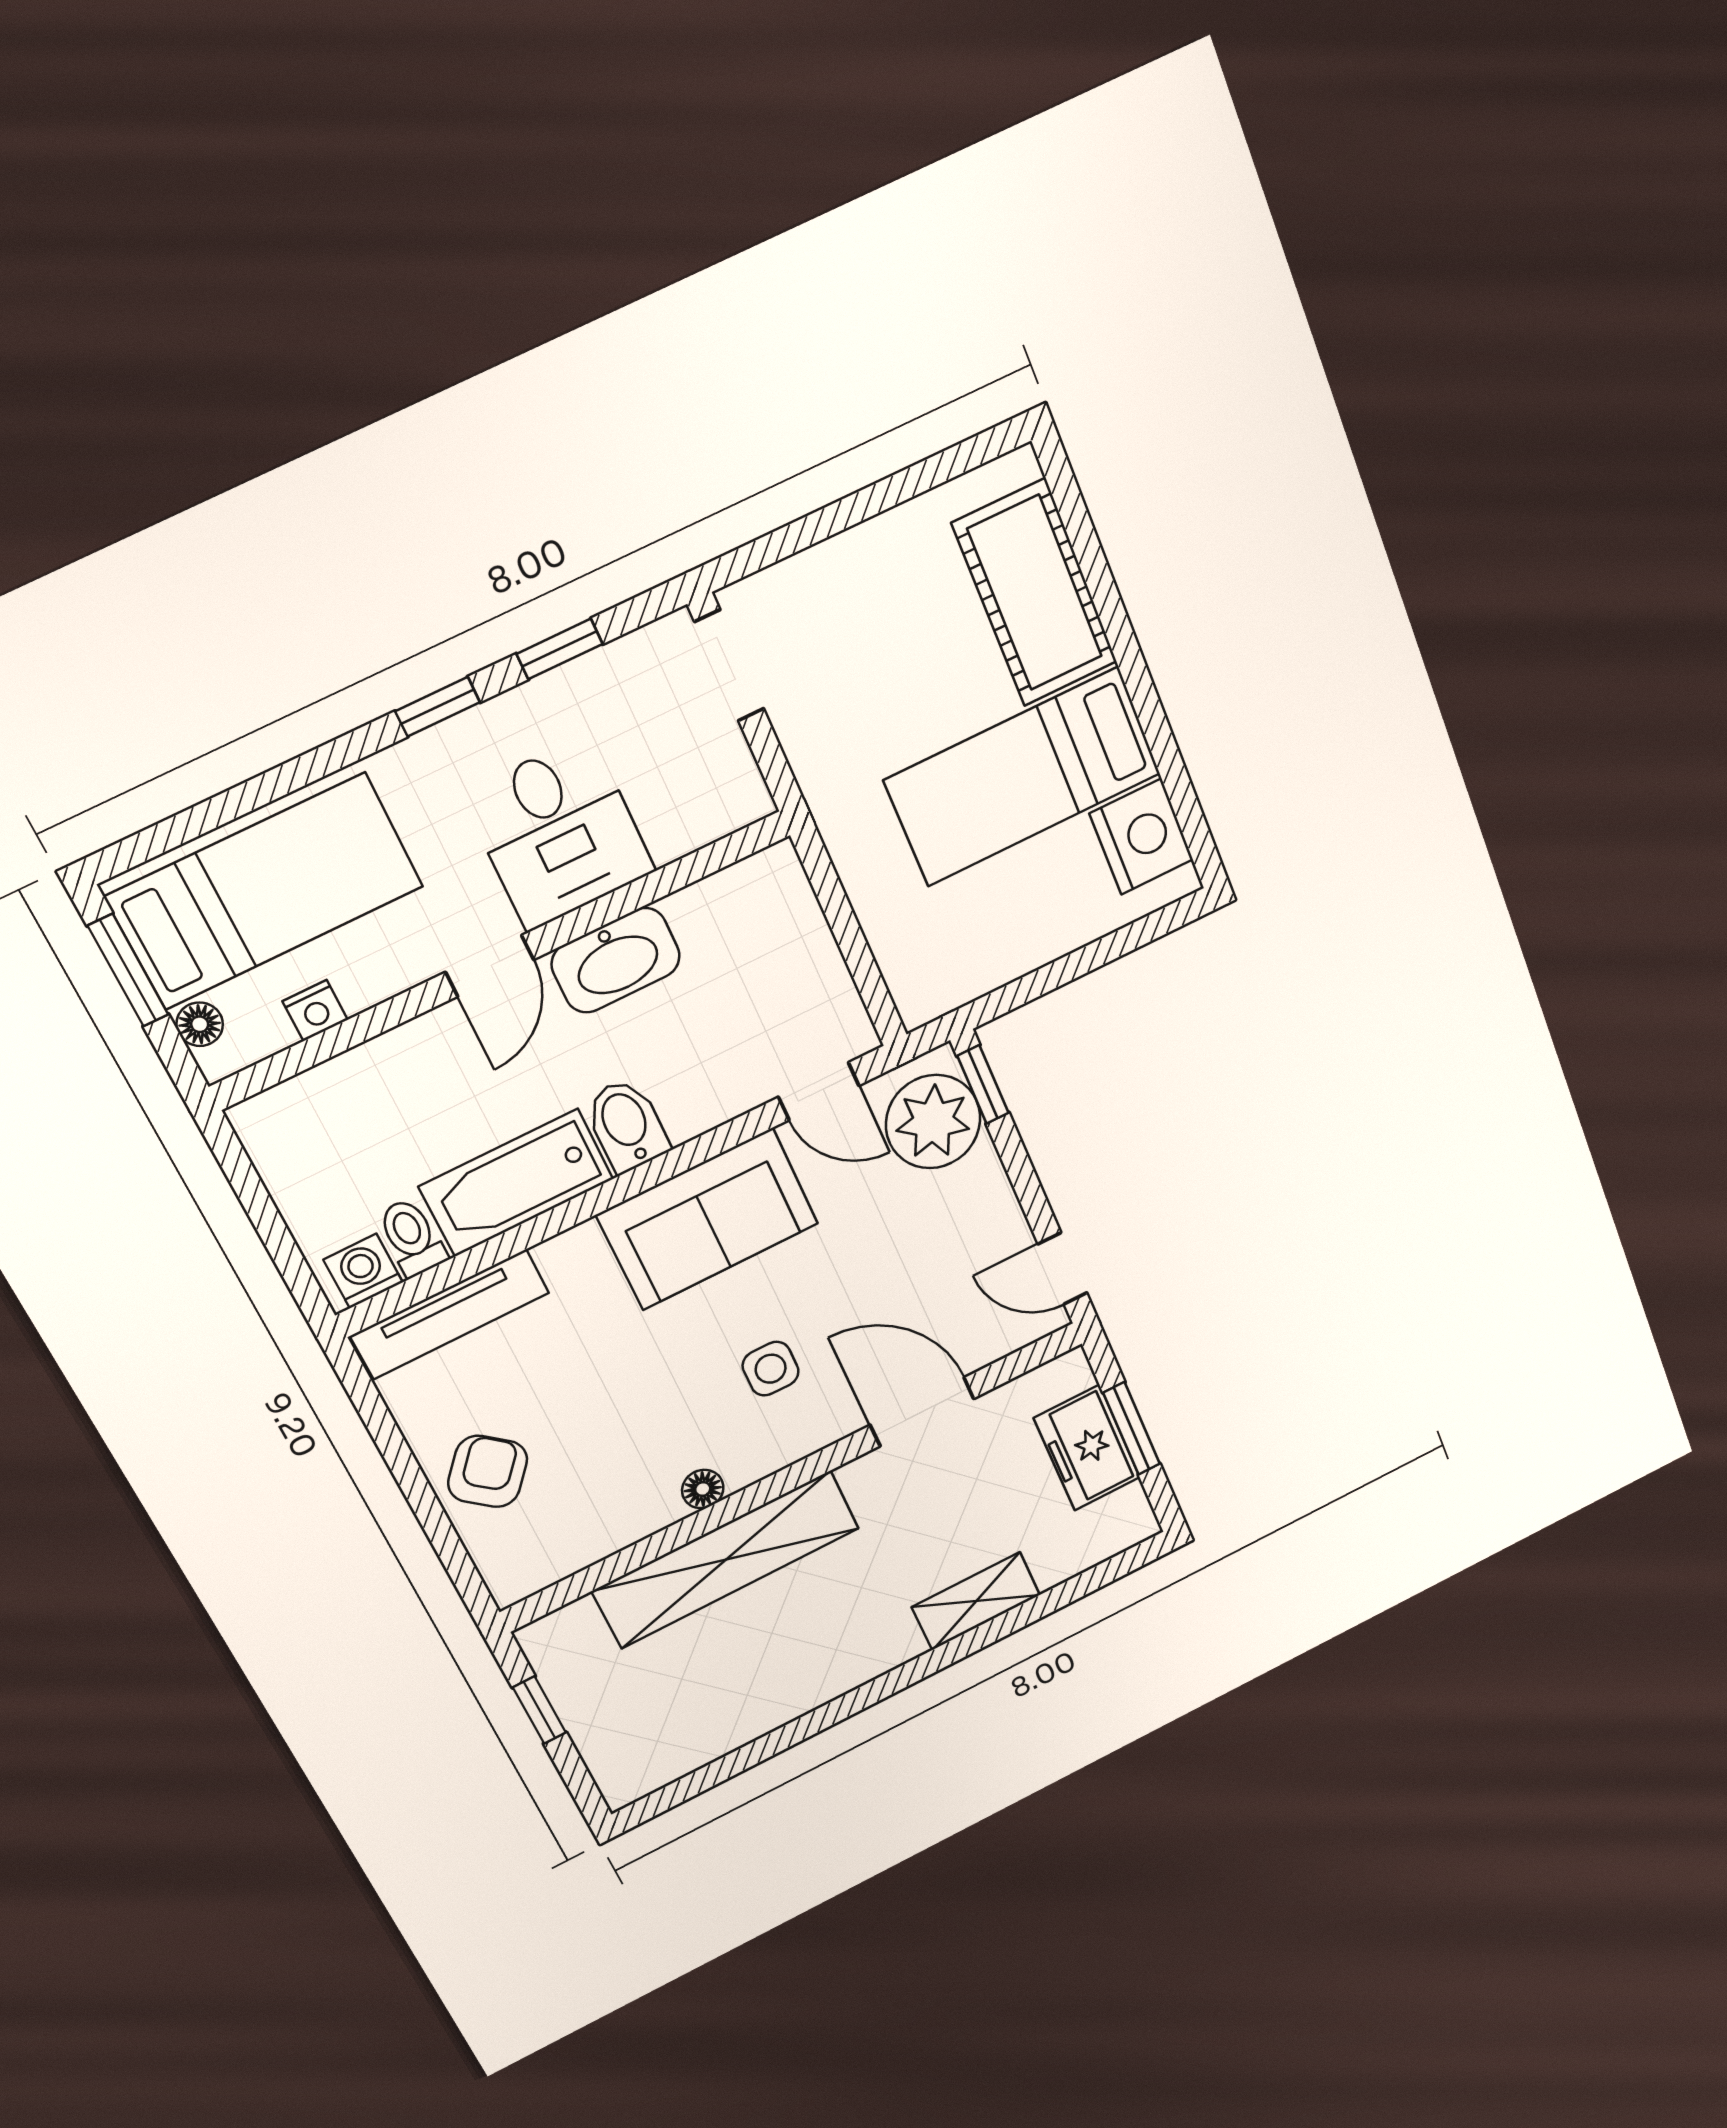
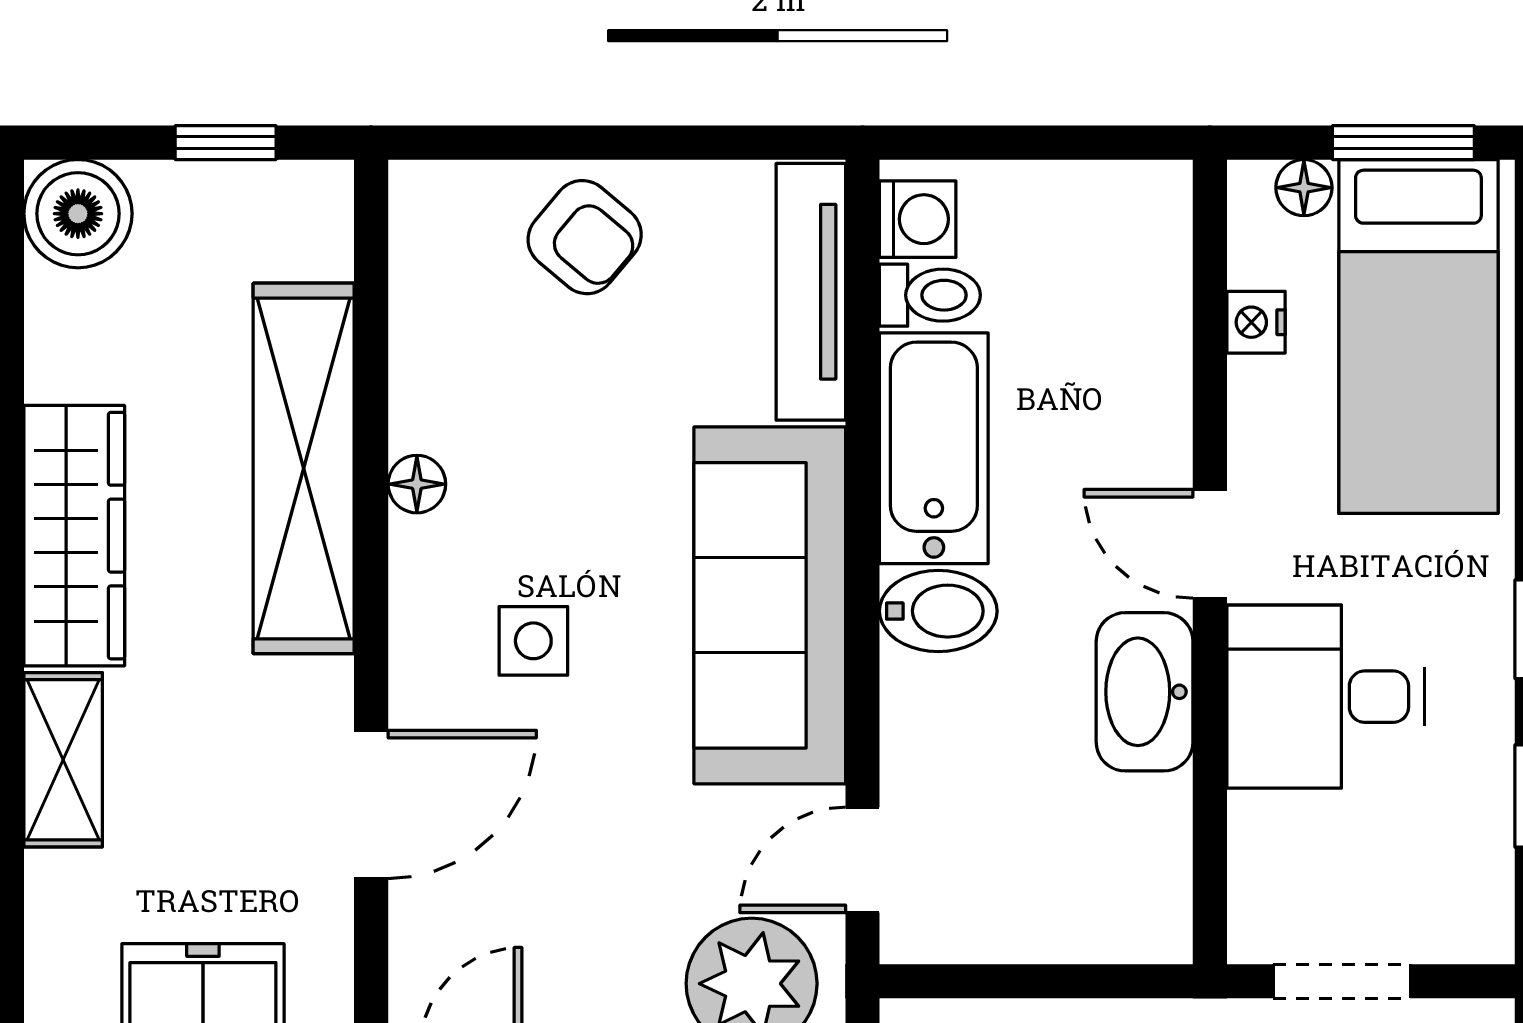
doorway: (729, 665) -> (1342, 981), moved
sofa: (708, 1219) -> (770, 605), width x1.36
wardrobe: (833, 1666) -> (74, 536), added
boiler: (630, 1768) -> (78, 214), added

